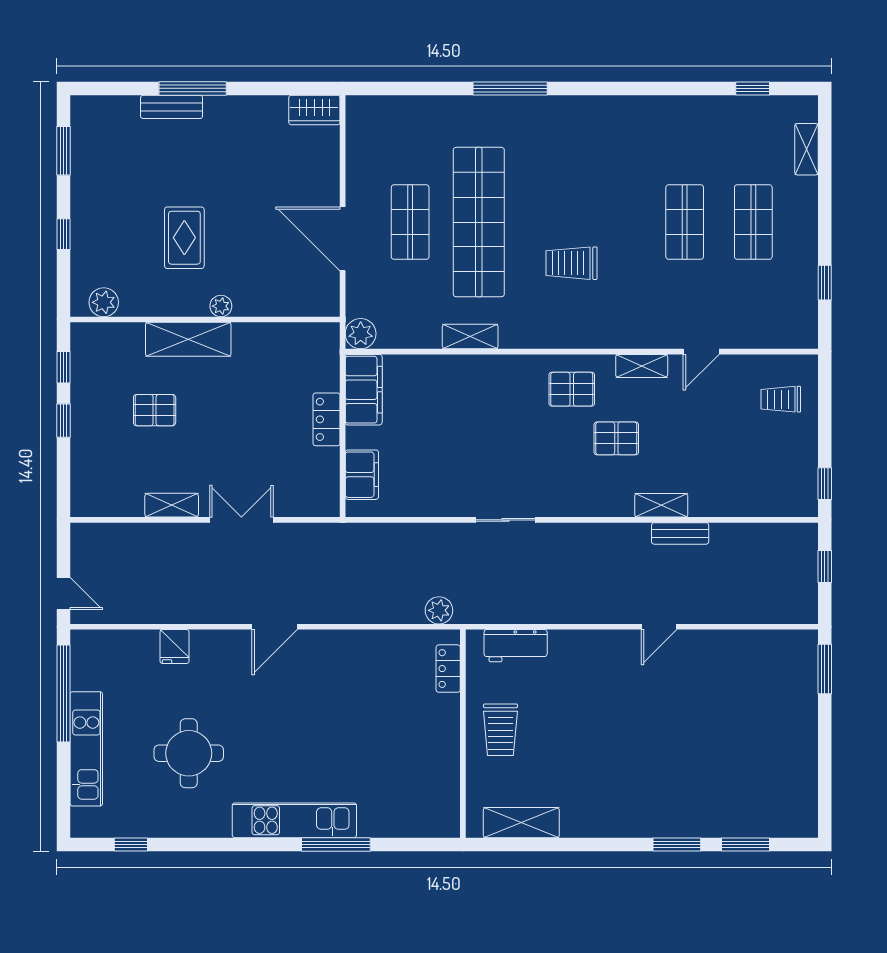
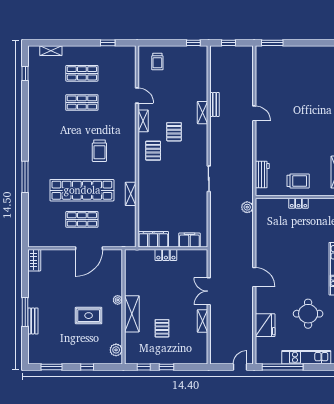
plant: (361, 334) -> (129, 241), removed
fridge: (175, 647) -> (265, 325), width x1.88, depth x1.34
locker: (448, 669) -> (299, 203), moved

